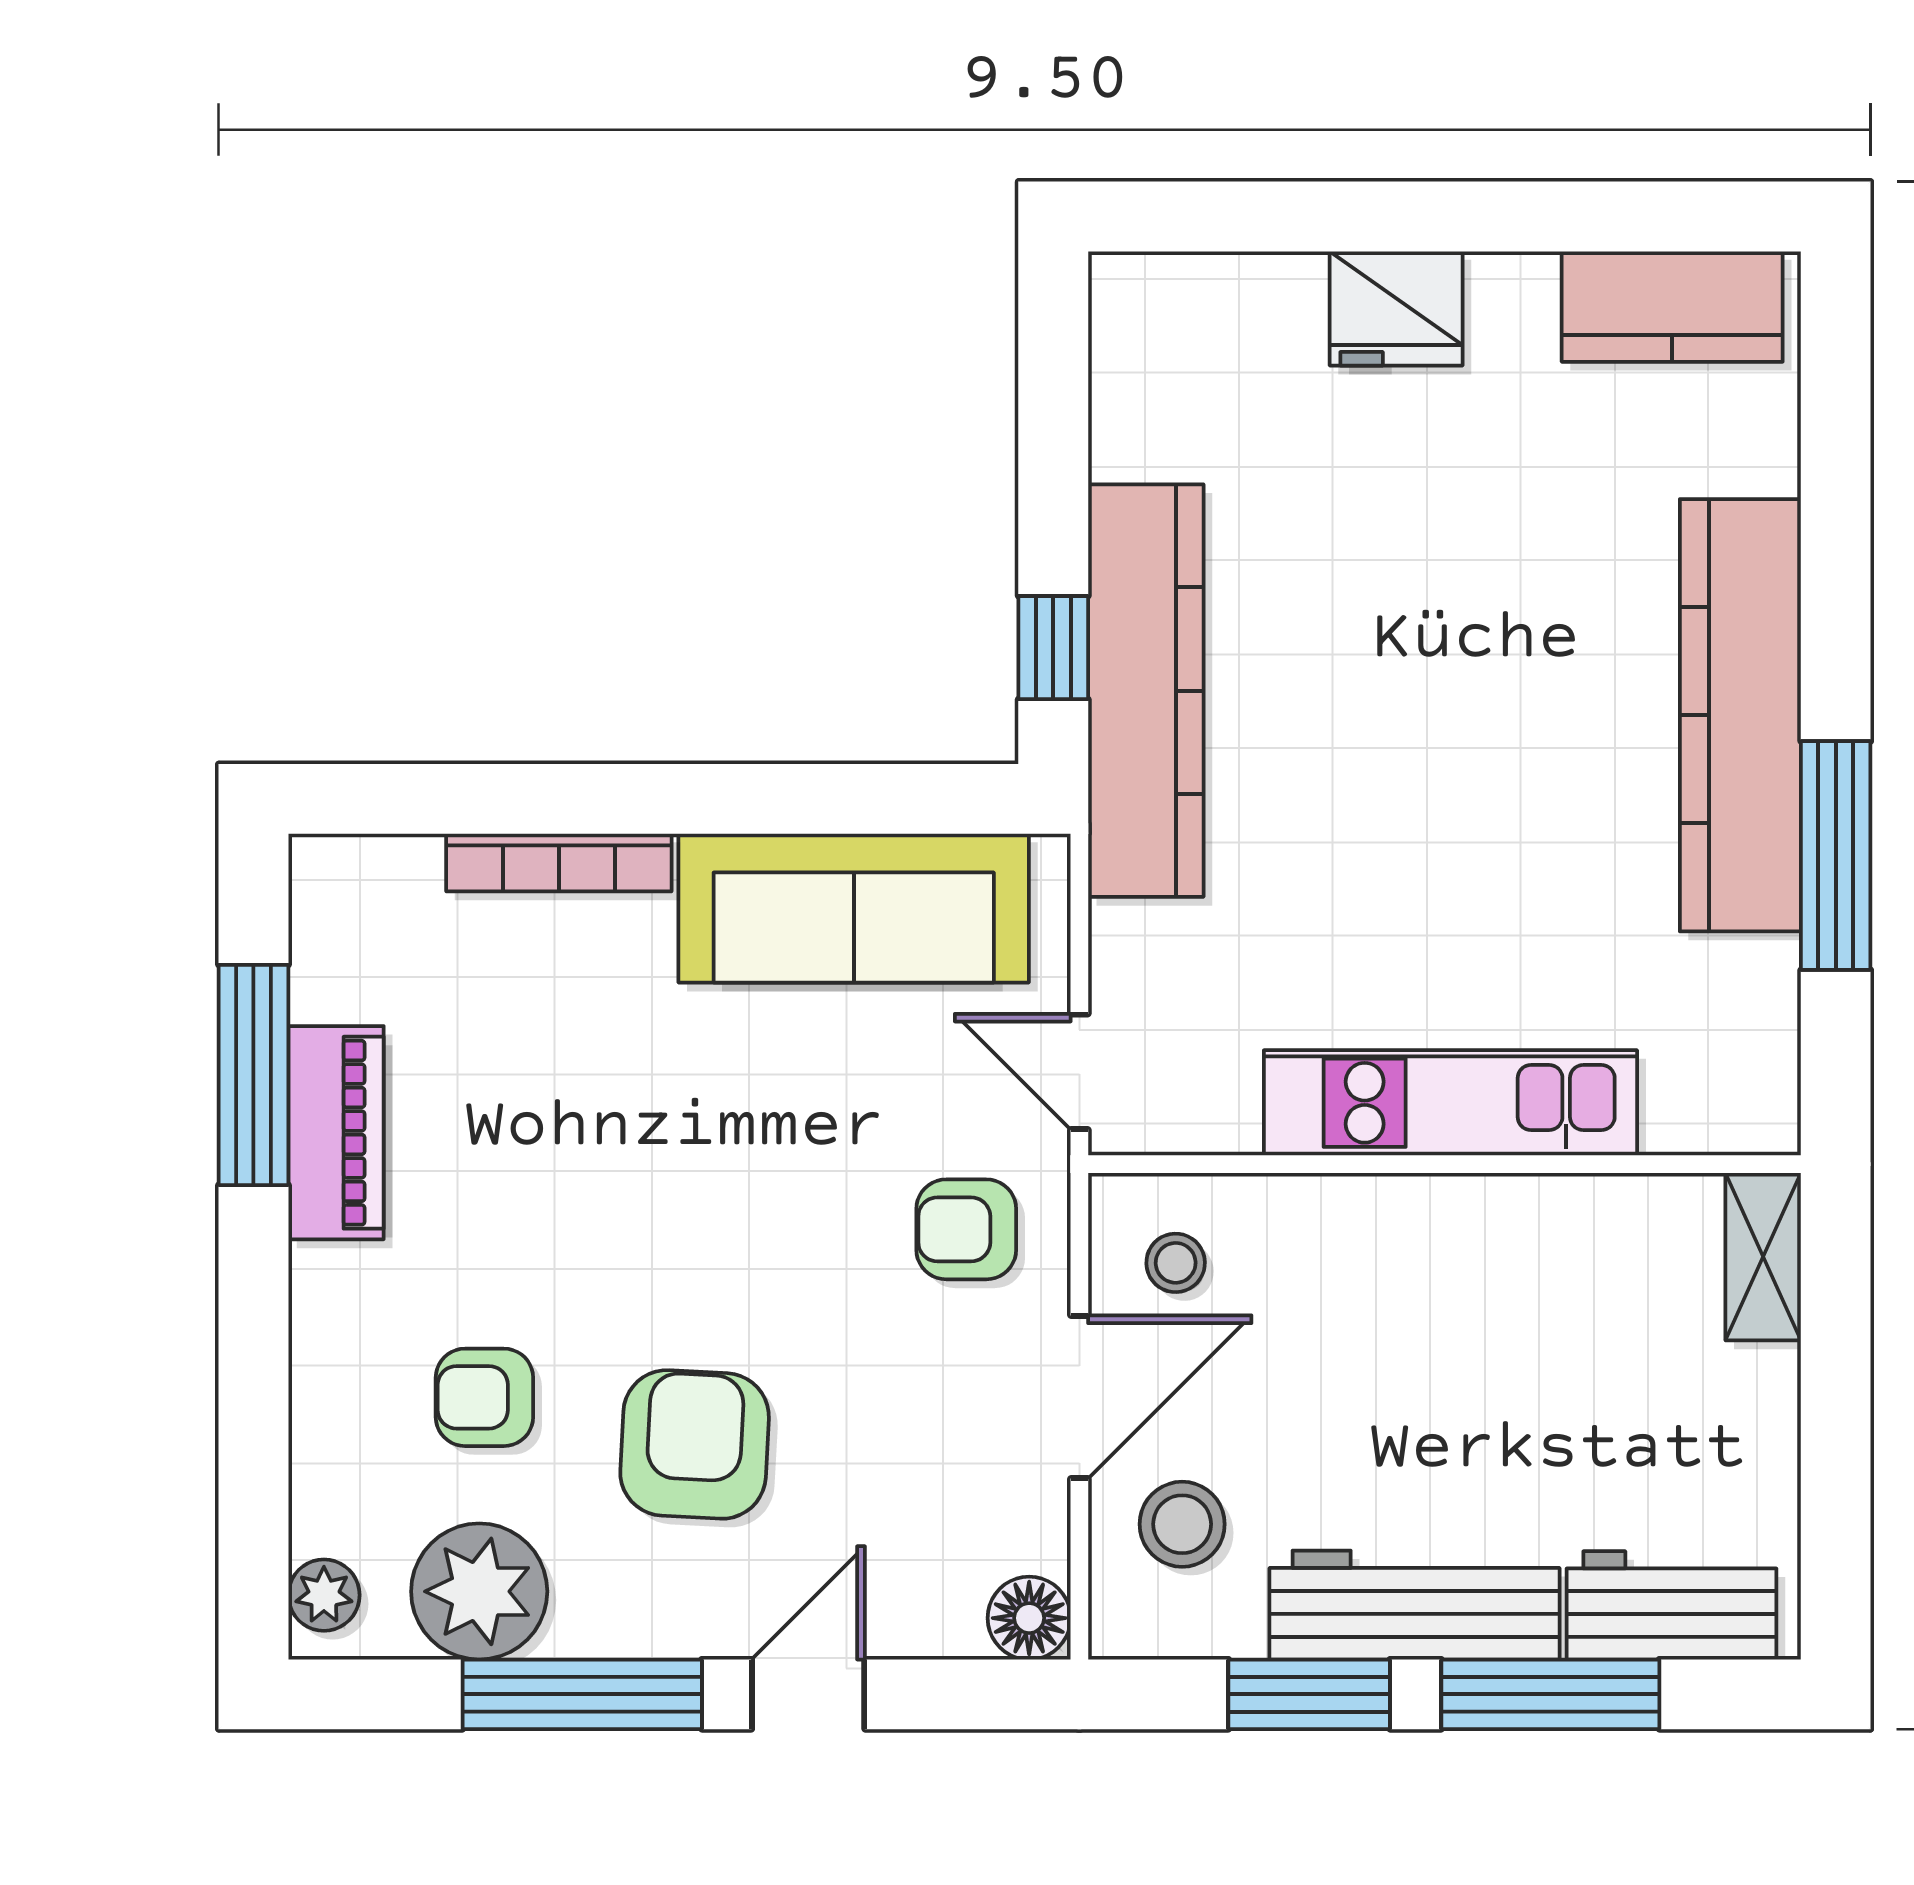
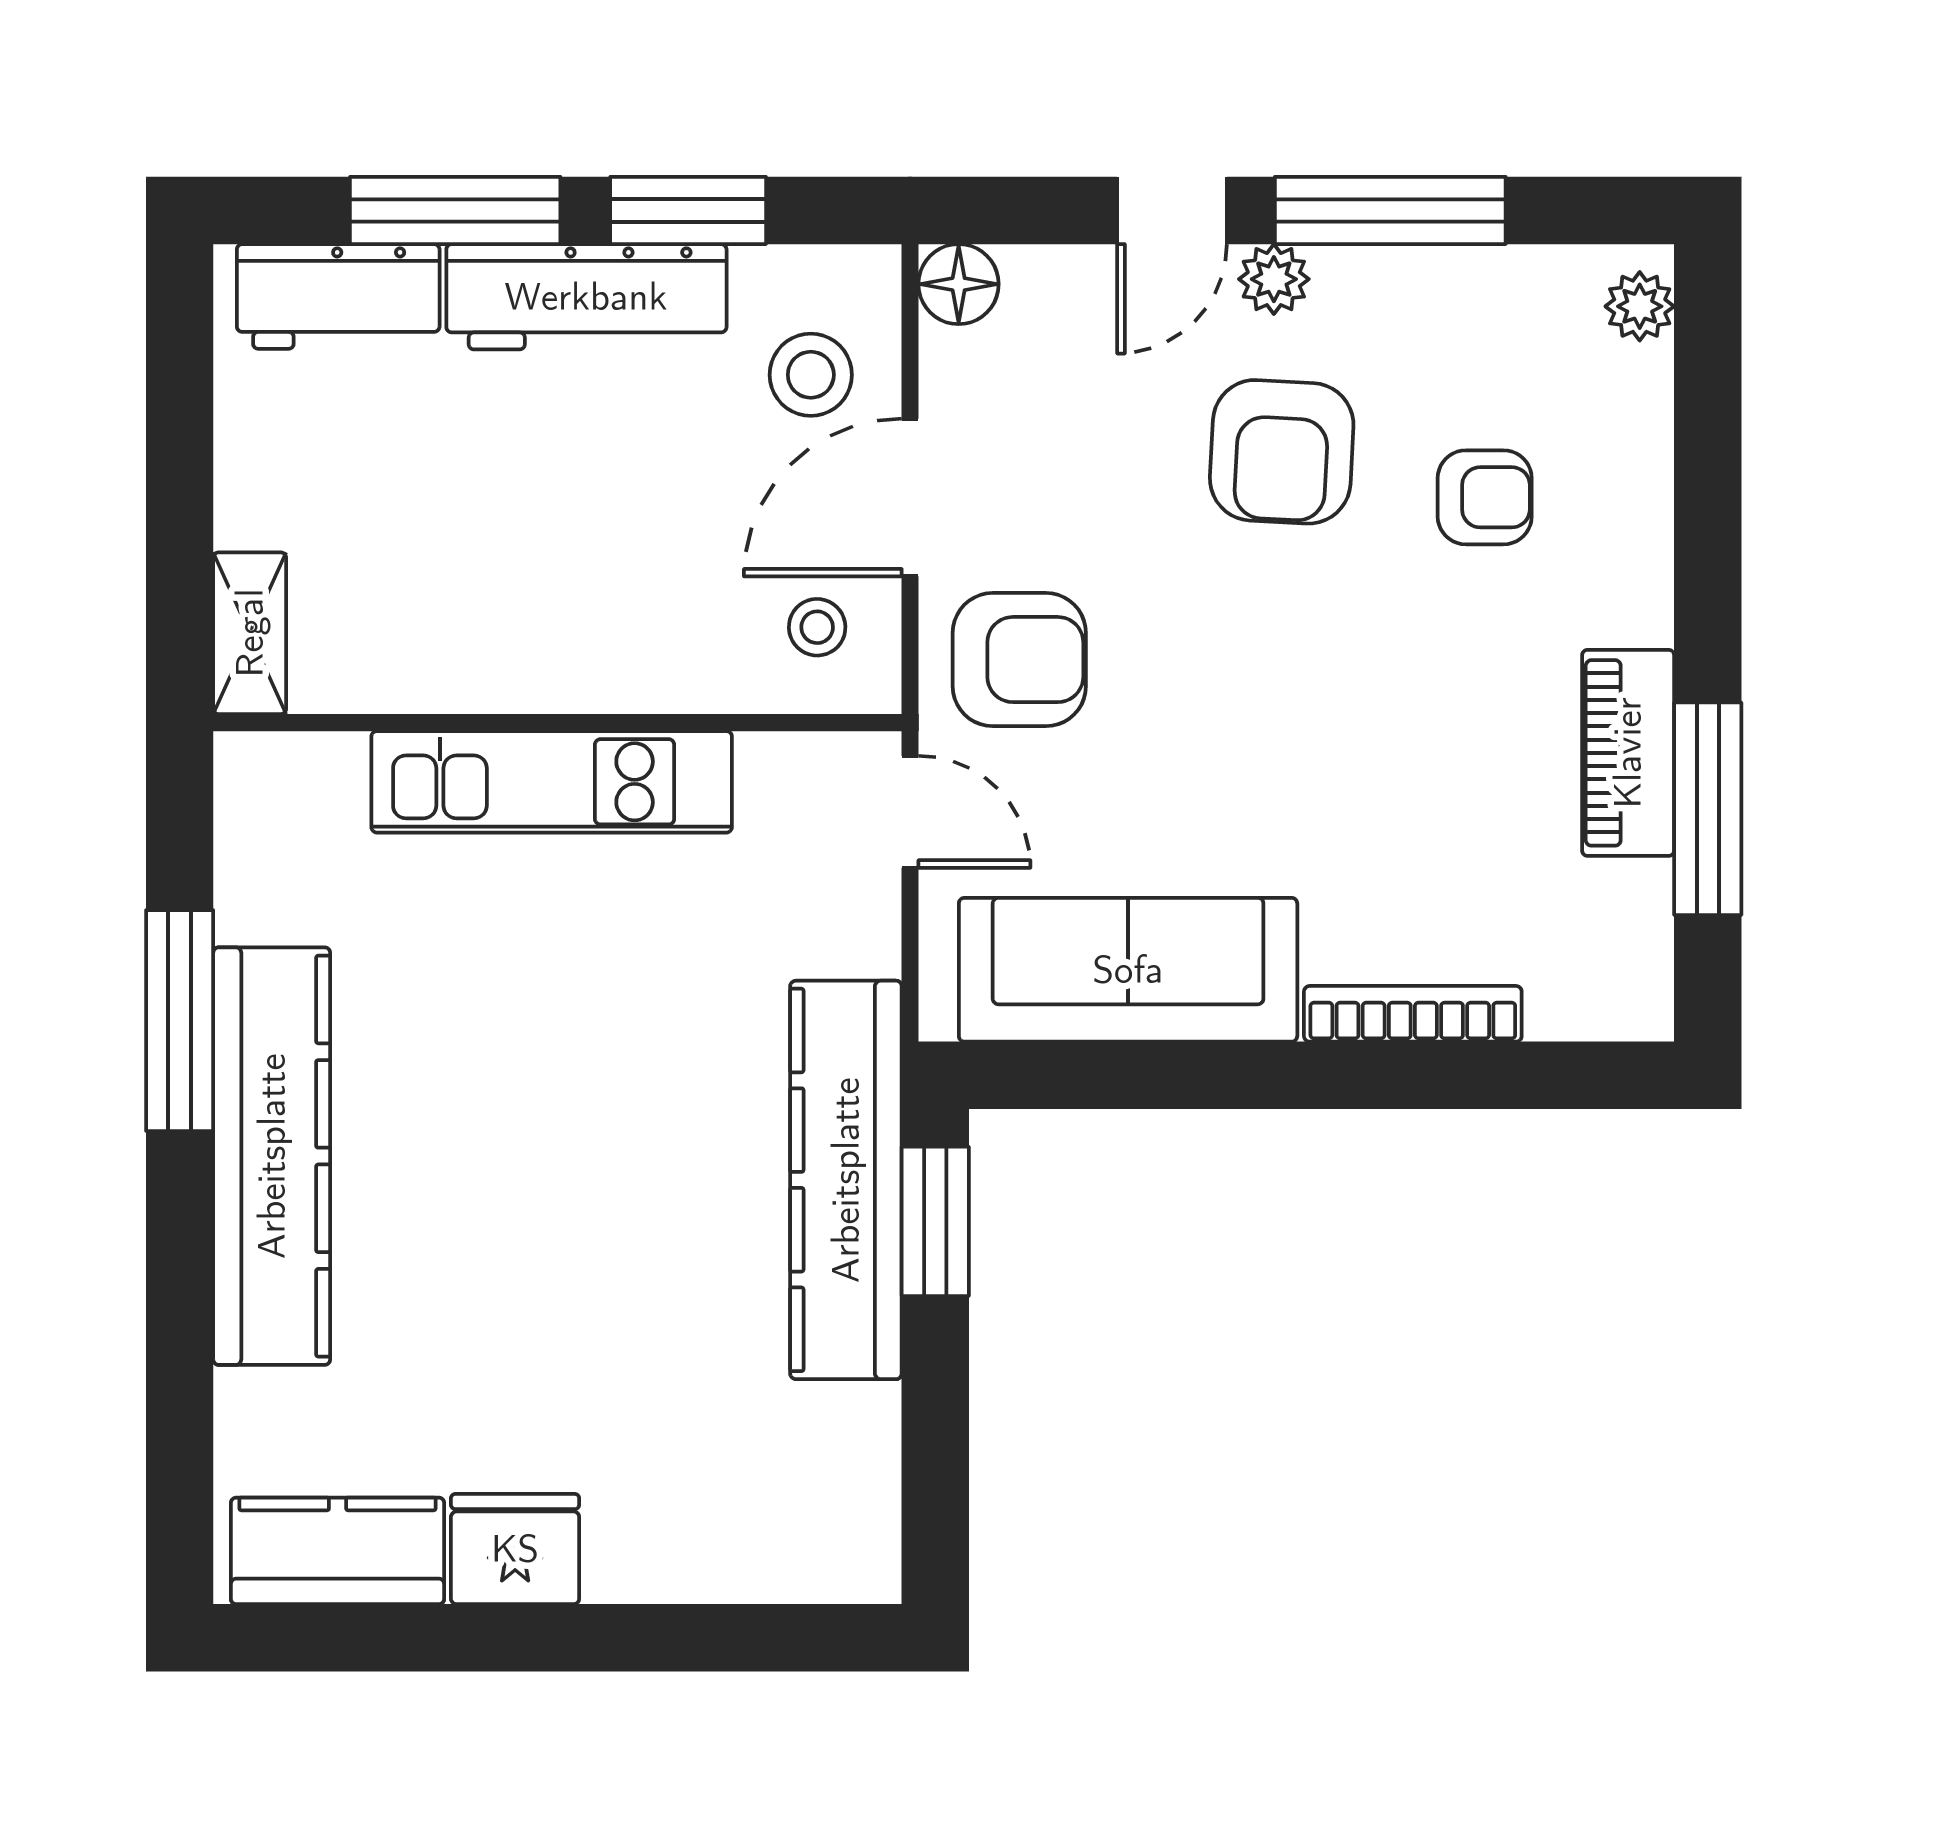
fridge: (1396, 308) -> (515, 1549), moved
window: (1053, 648) -> (935, 1221), width x1.50
armchair: (966, 1229) -> (1019, 660), width x1.38, depth x1.38
plant: (479, 1591) -> (1274, 279), moved, width x0.53, depth x0.53

